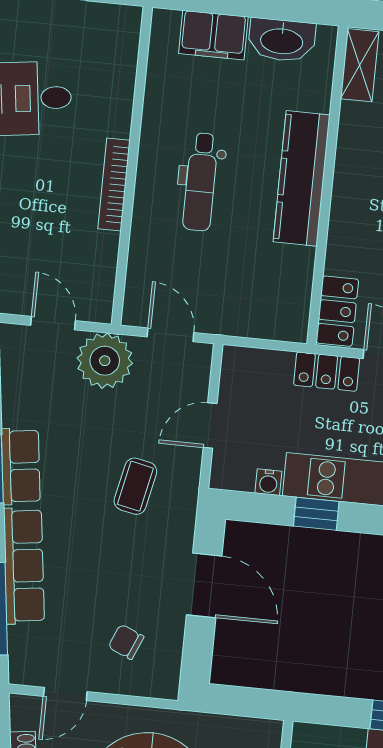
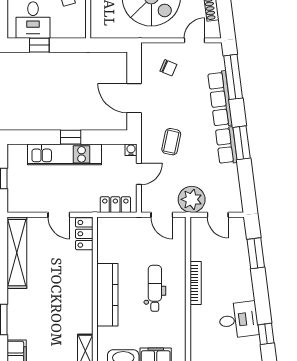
locker: (327, 372) -> (115, 205), moved
water cooler: (268, 482) -> (131, 150), moved
window: (316, 514) -> (71, 137), moved

